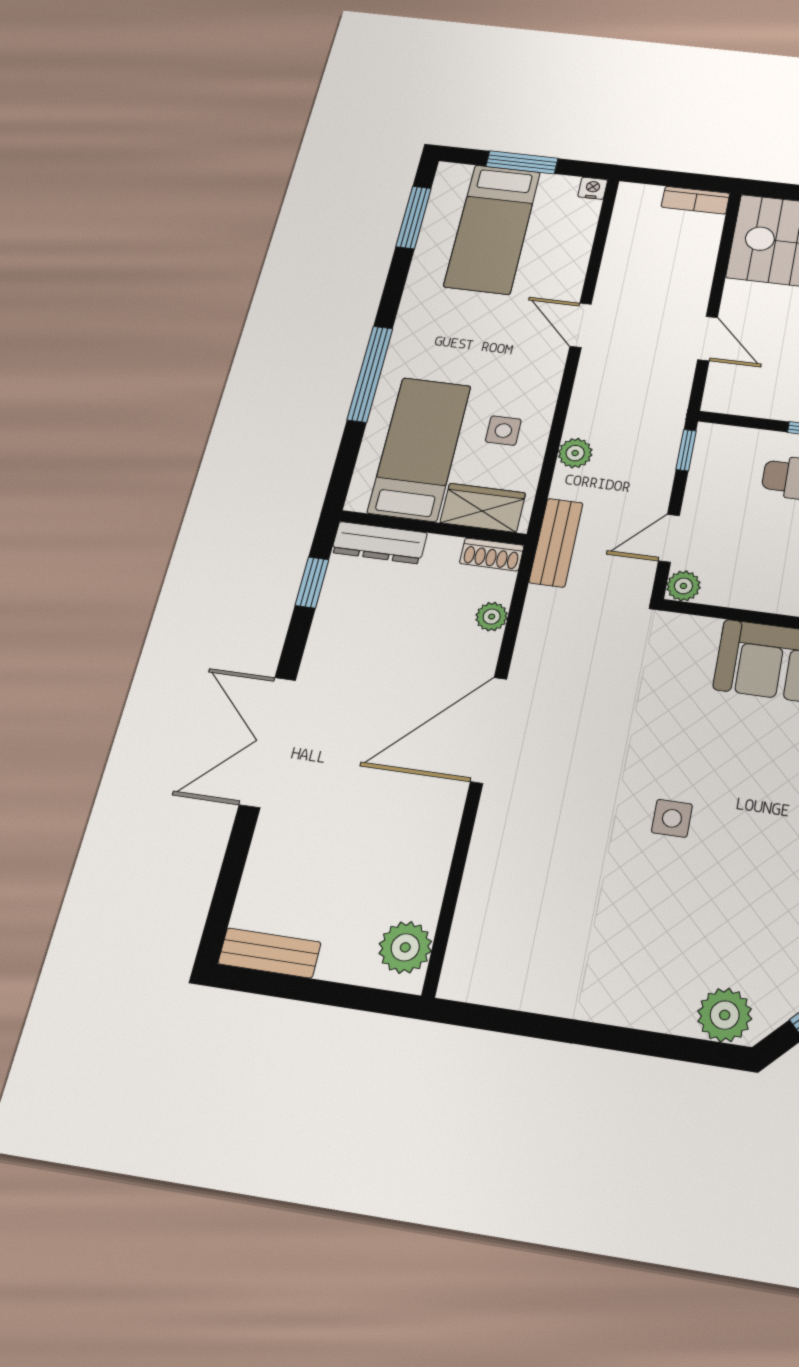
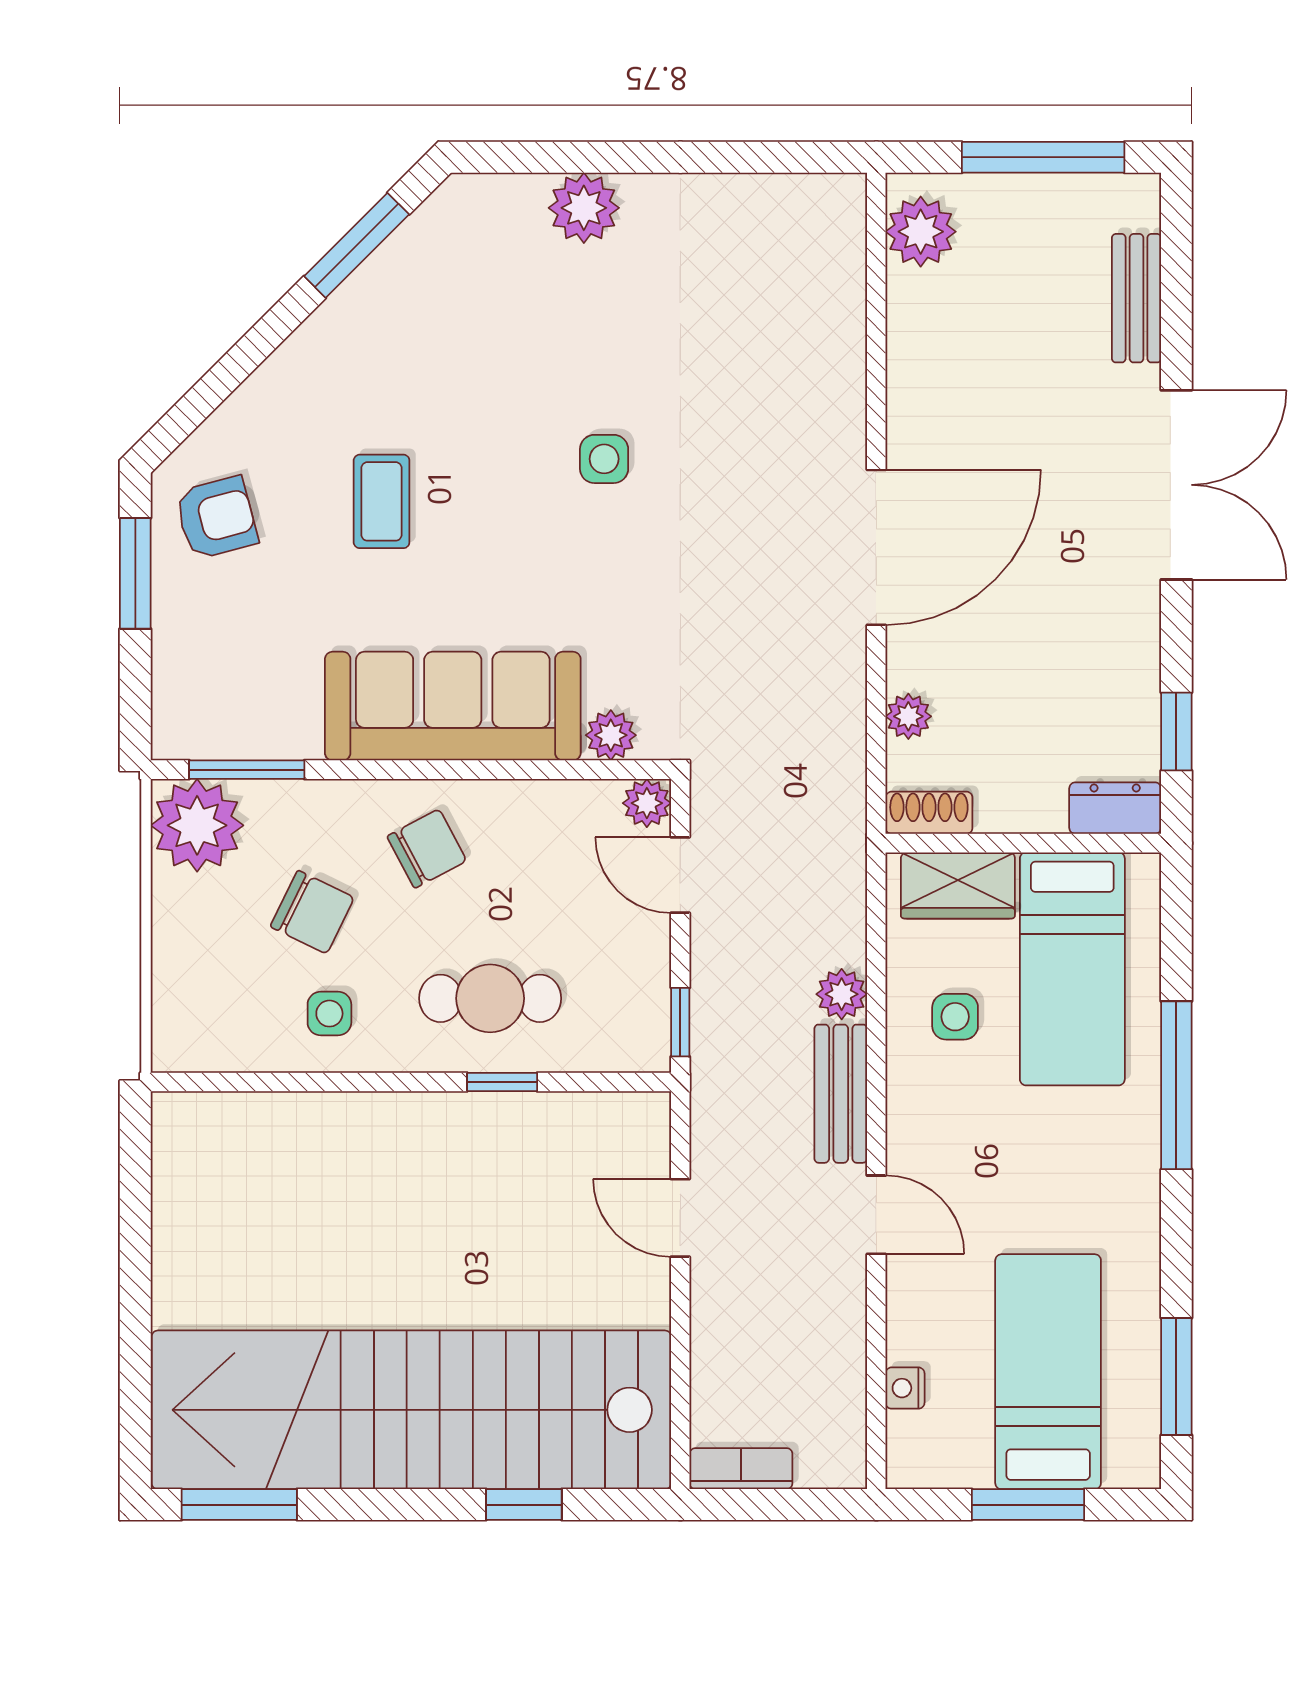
nightstand: (593, 188) -> (905, 1388), moved, turned 90
door: (669, 538) -> (680, 875), swing flipped
dresser: (379, 543) -> (1115, 808), width x0.70
bench: (556, 543) -> (841, 1094), moved
plant: (701, 632) -> (611, 735), added
bench: (269, 953) -> (1136, 298), moved, turned 90
window: (301, 989) -> (1043, 157), added
plant: (725, 1015) -> (584, 208), moved

